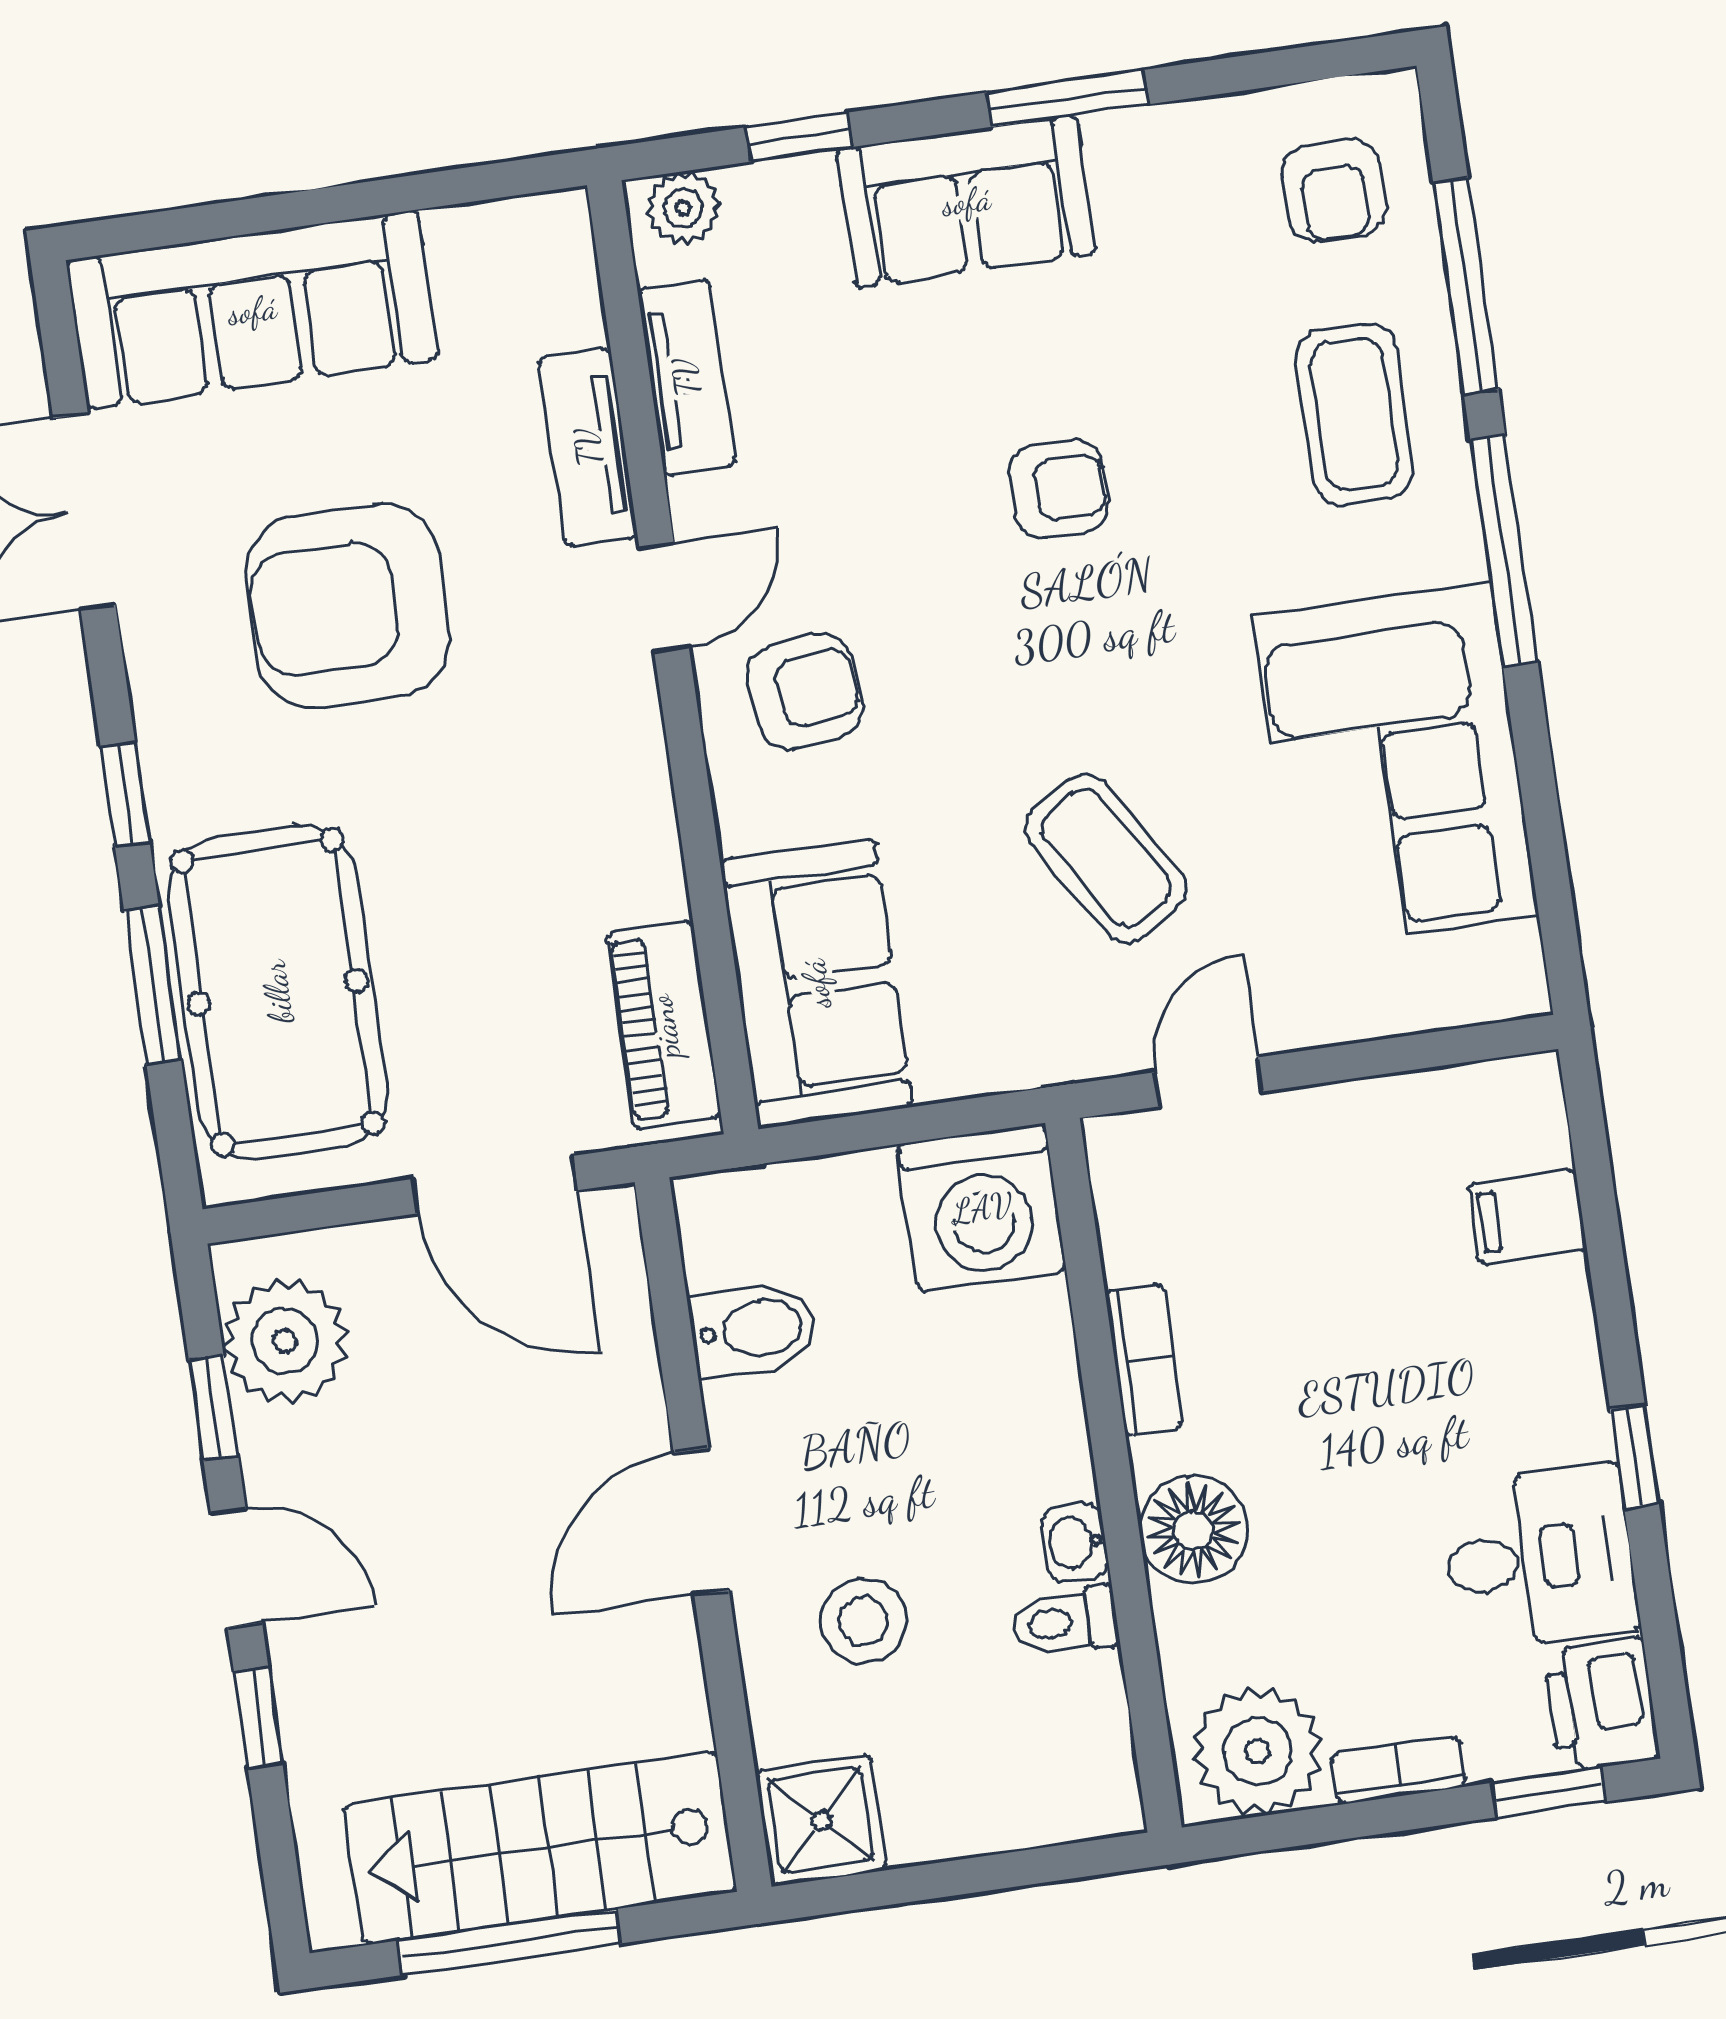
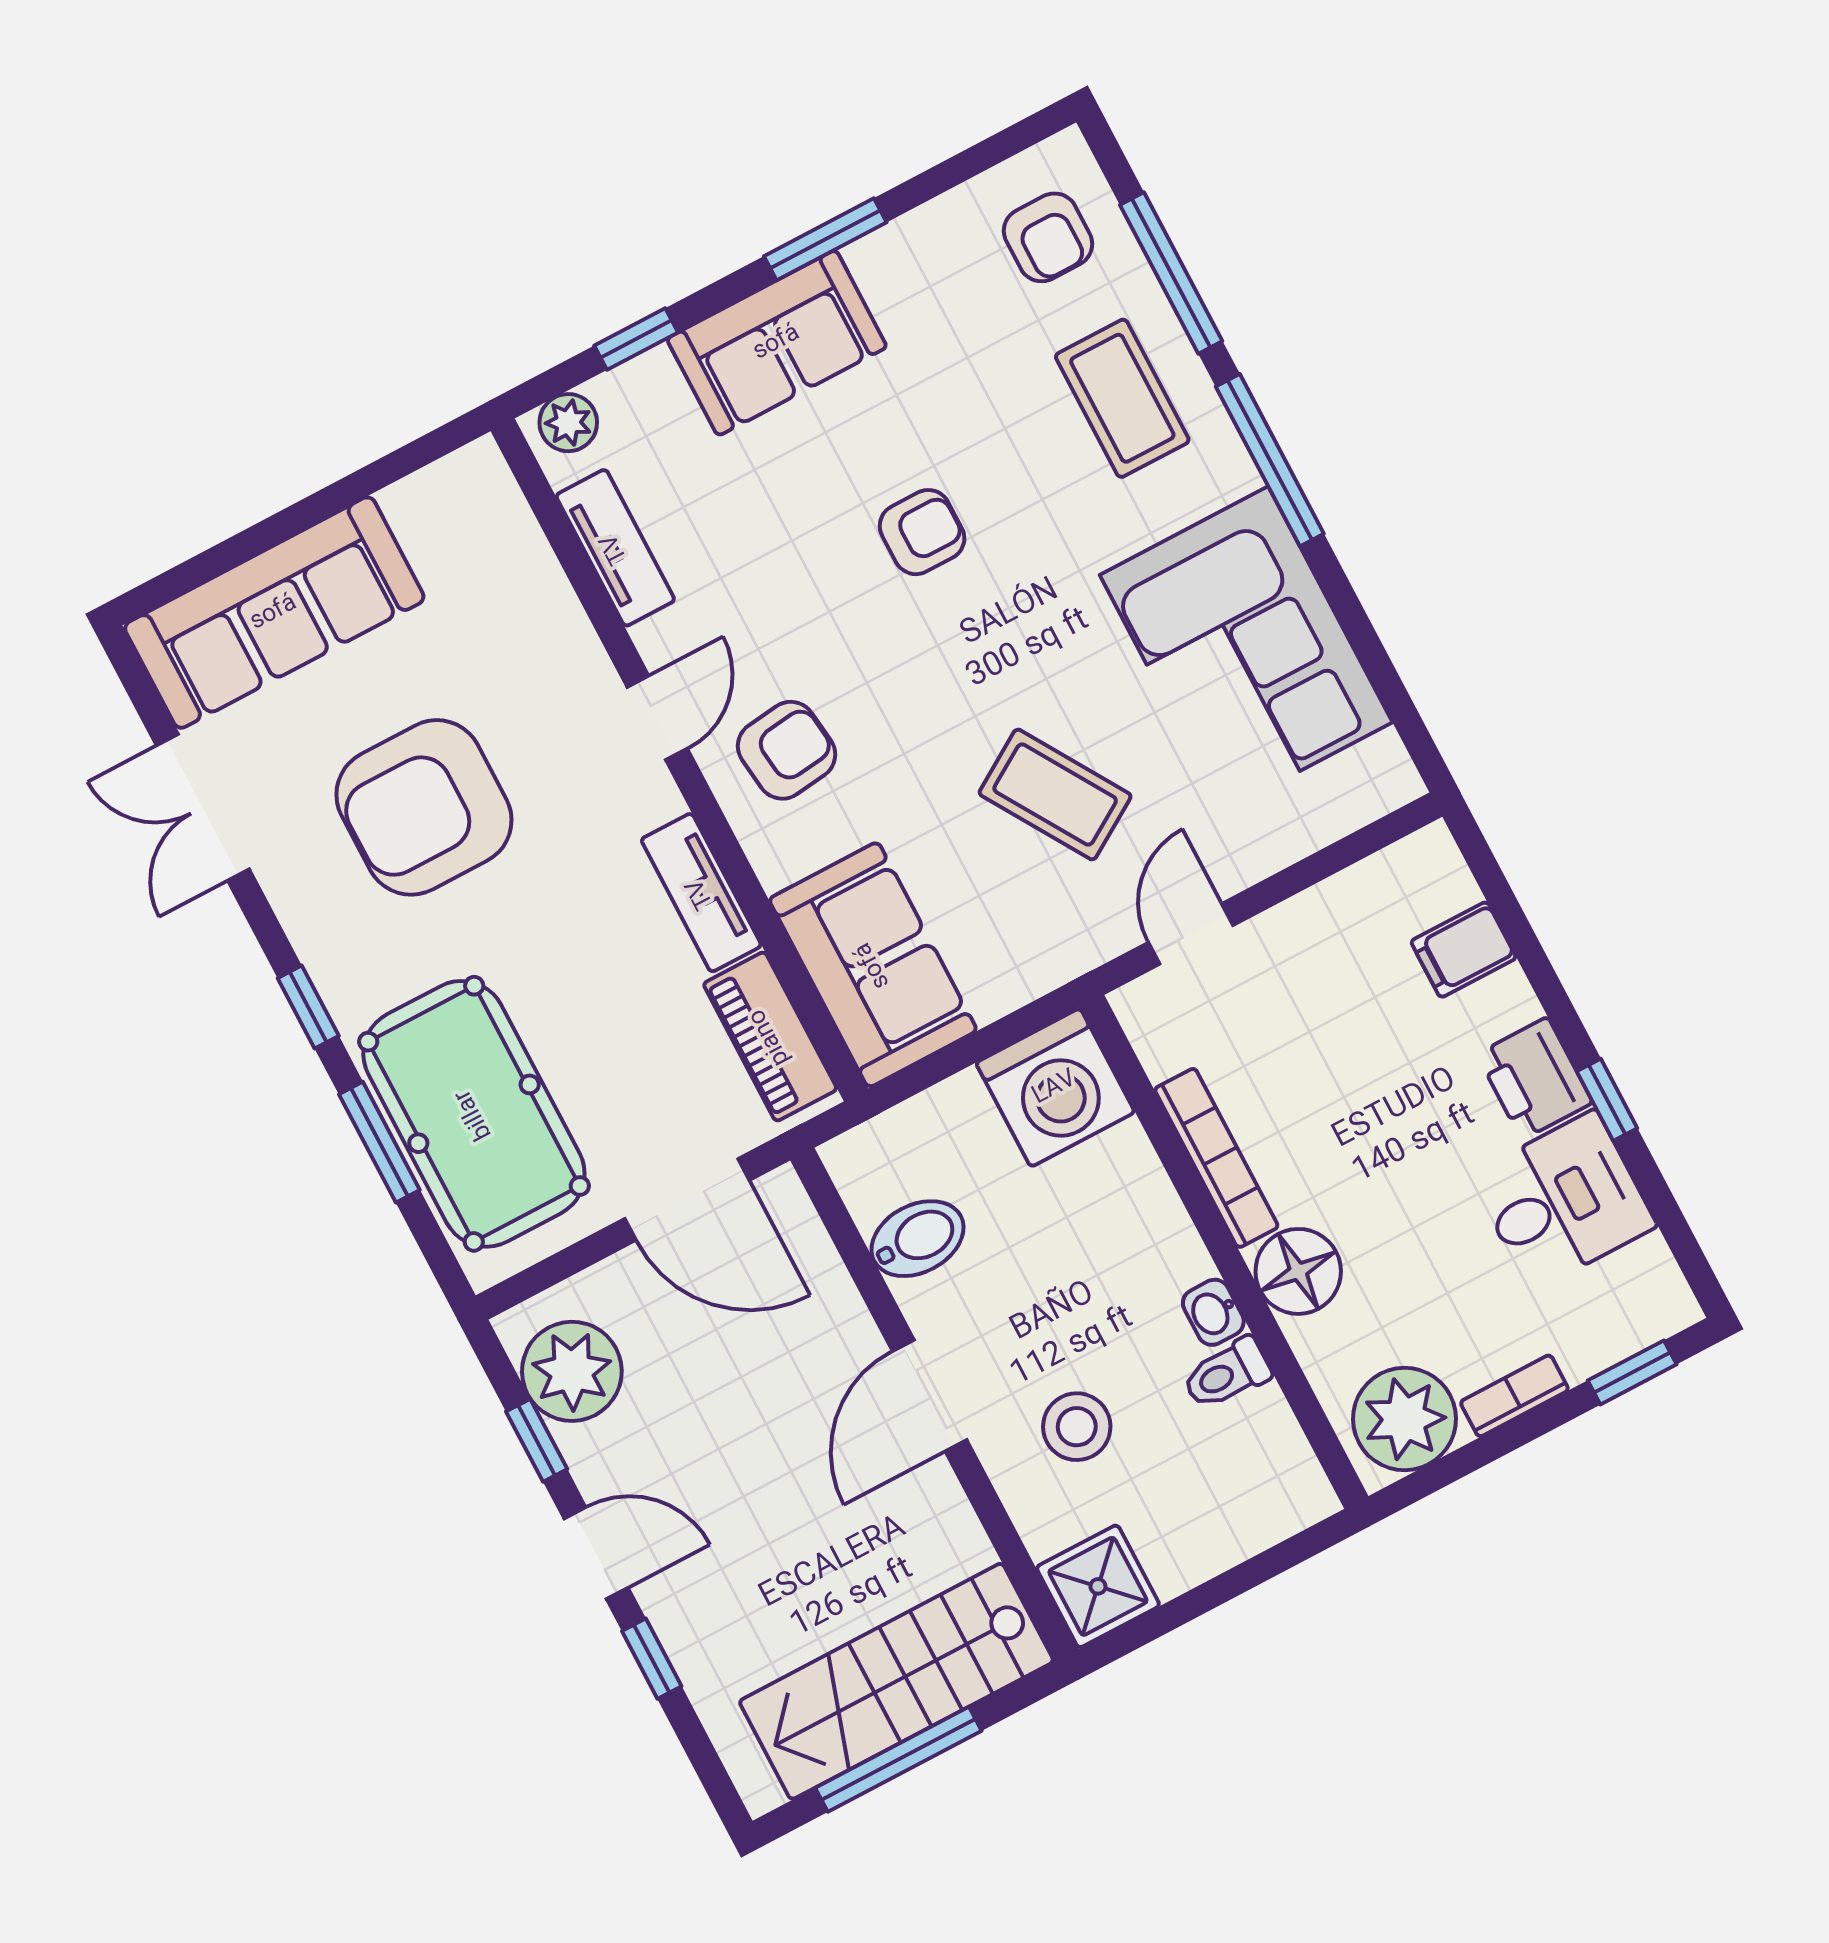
tv unit: (588, 447) -> (701, 893), moved
bookcase: (1144, 1360) -> (1216, 1158), width x1.56
printer: (1601, 1705) -> (1535, 1078), moved

